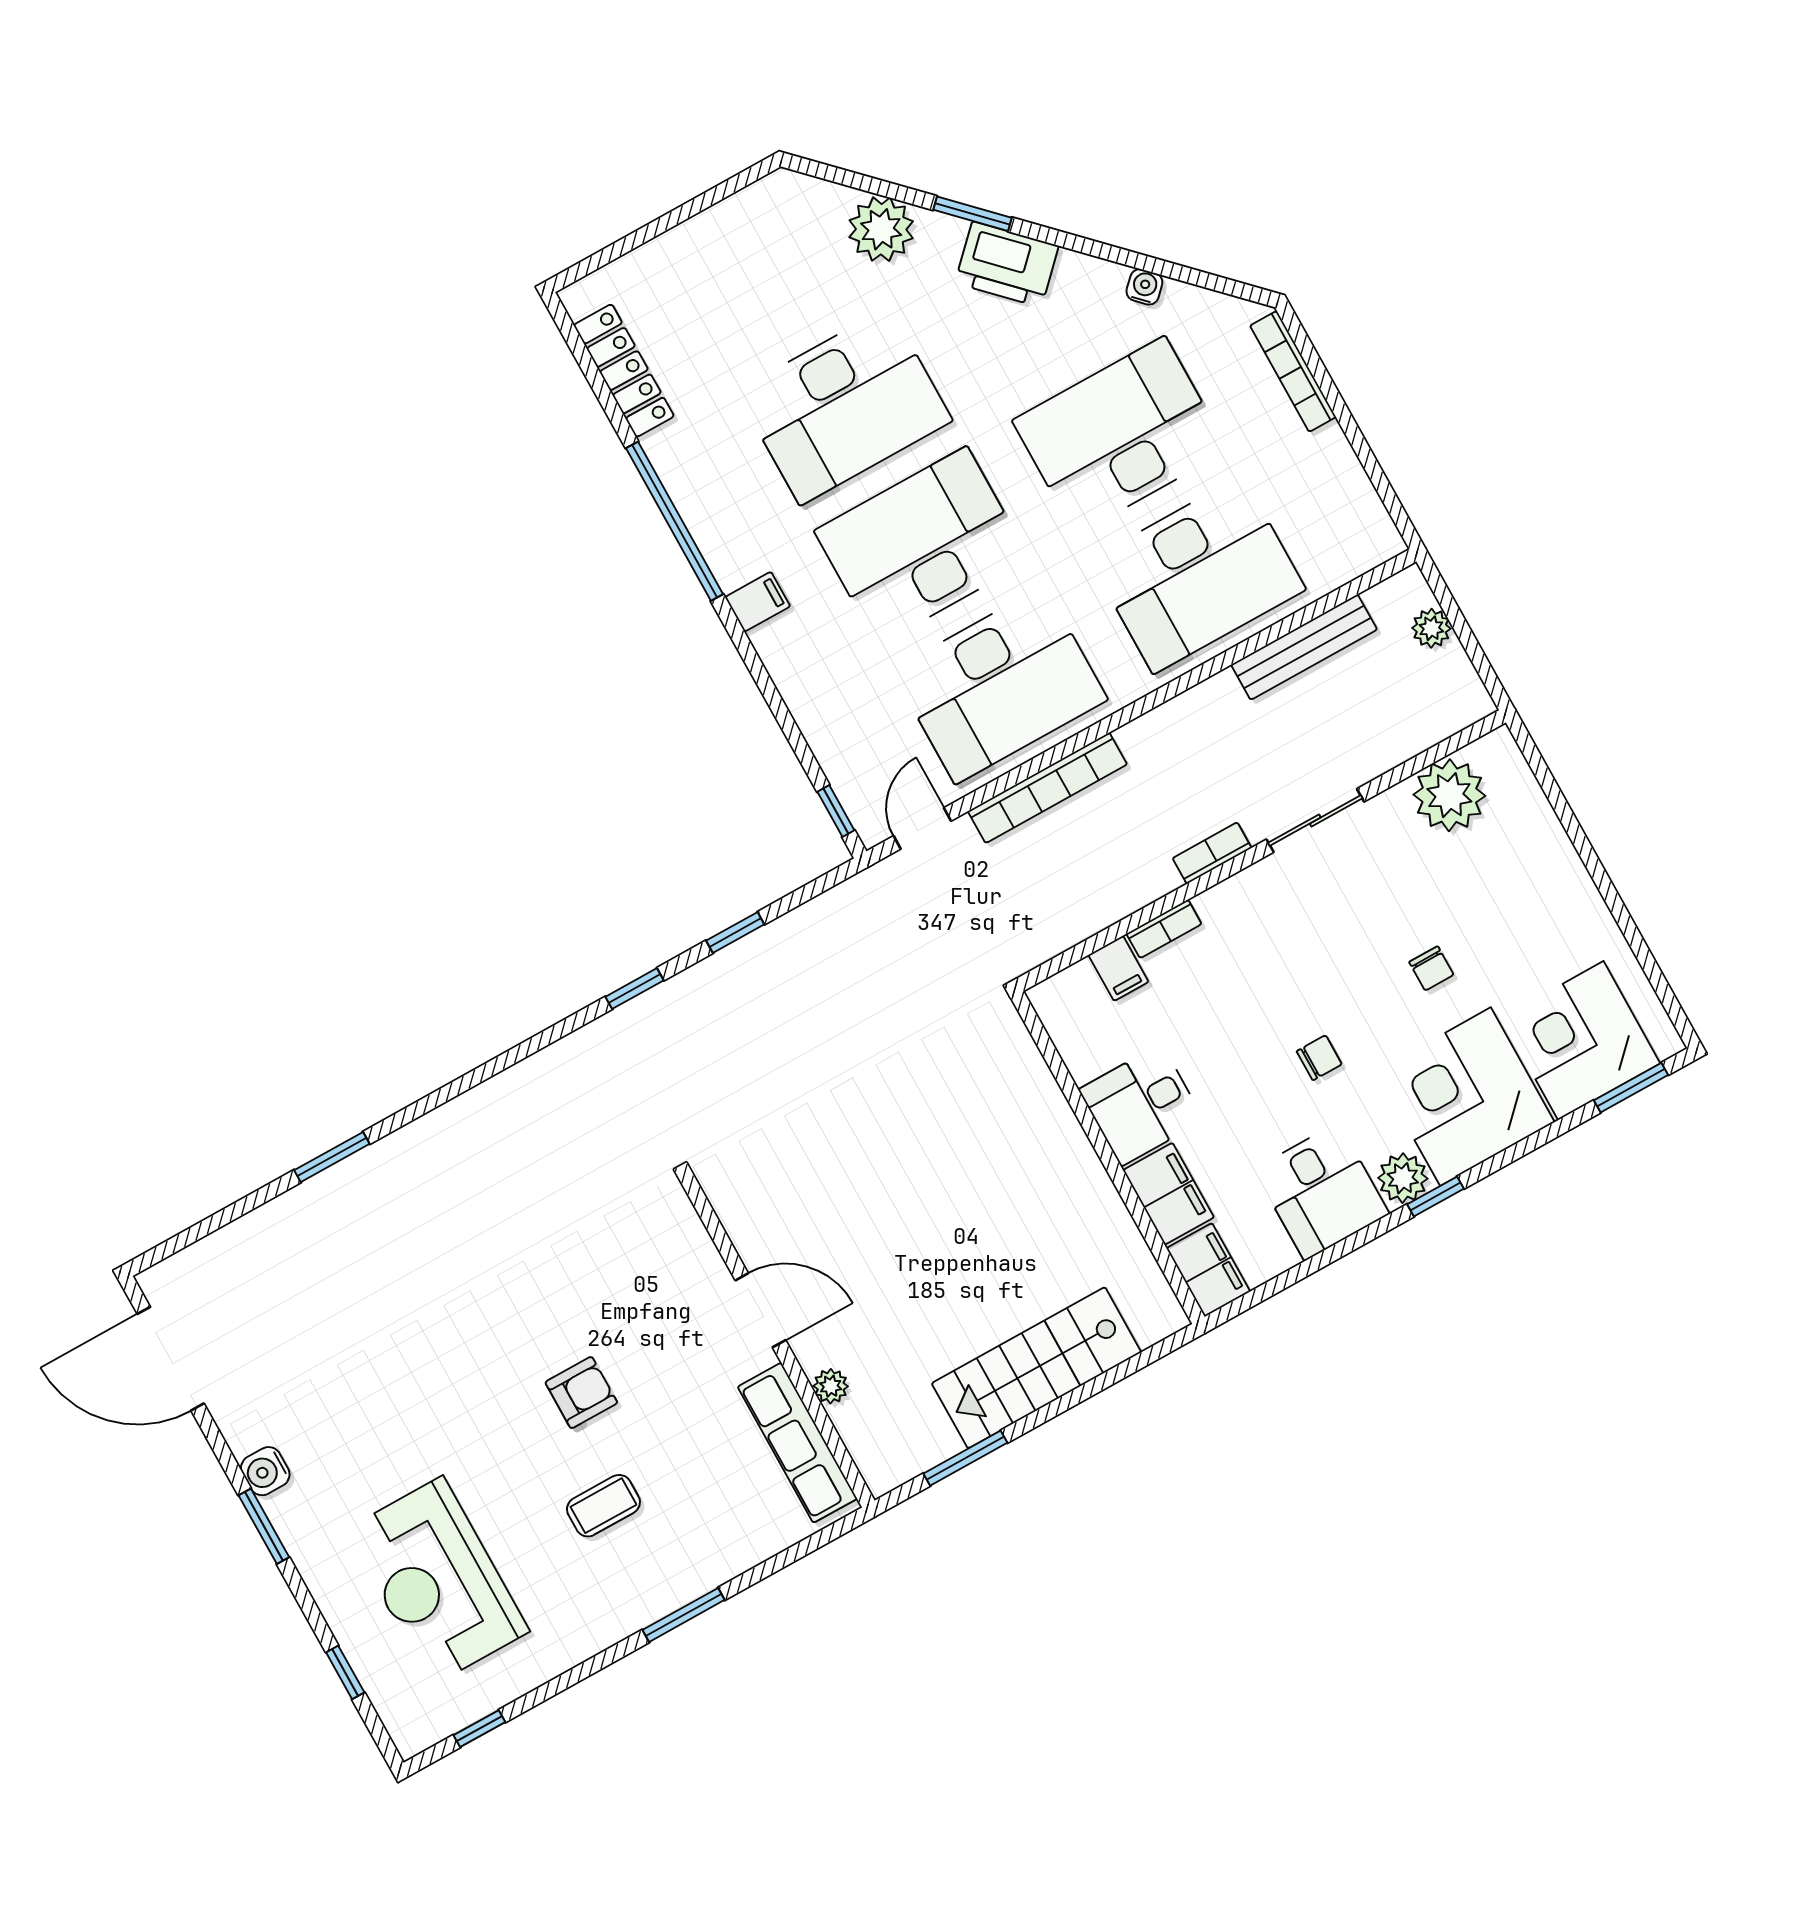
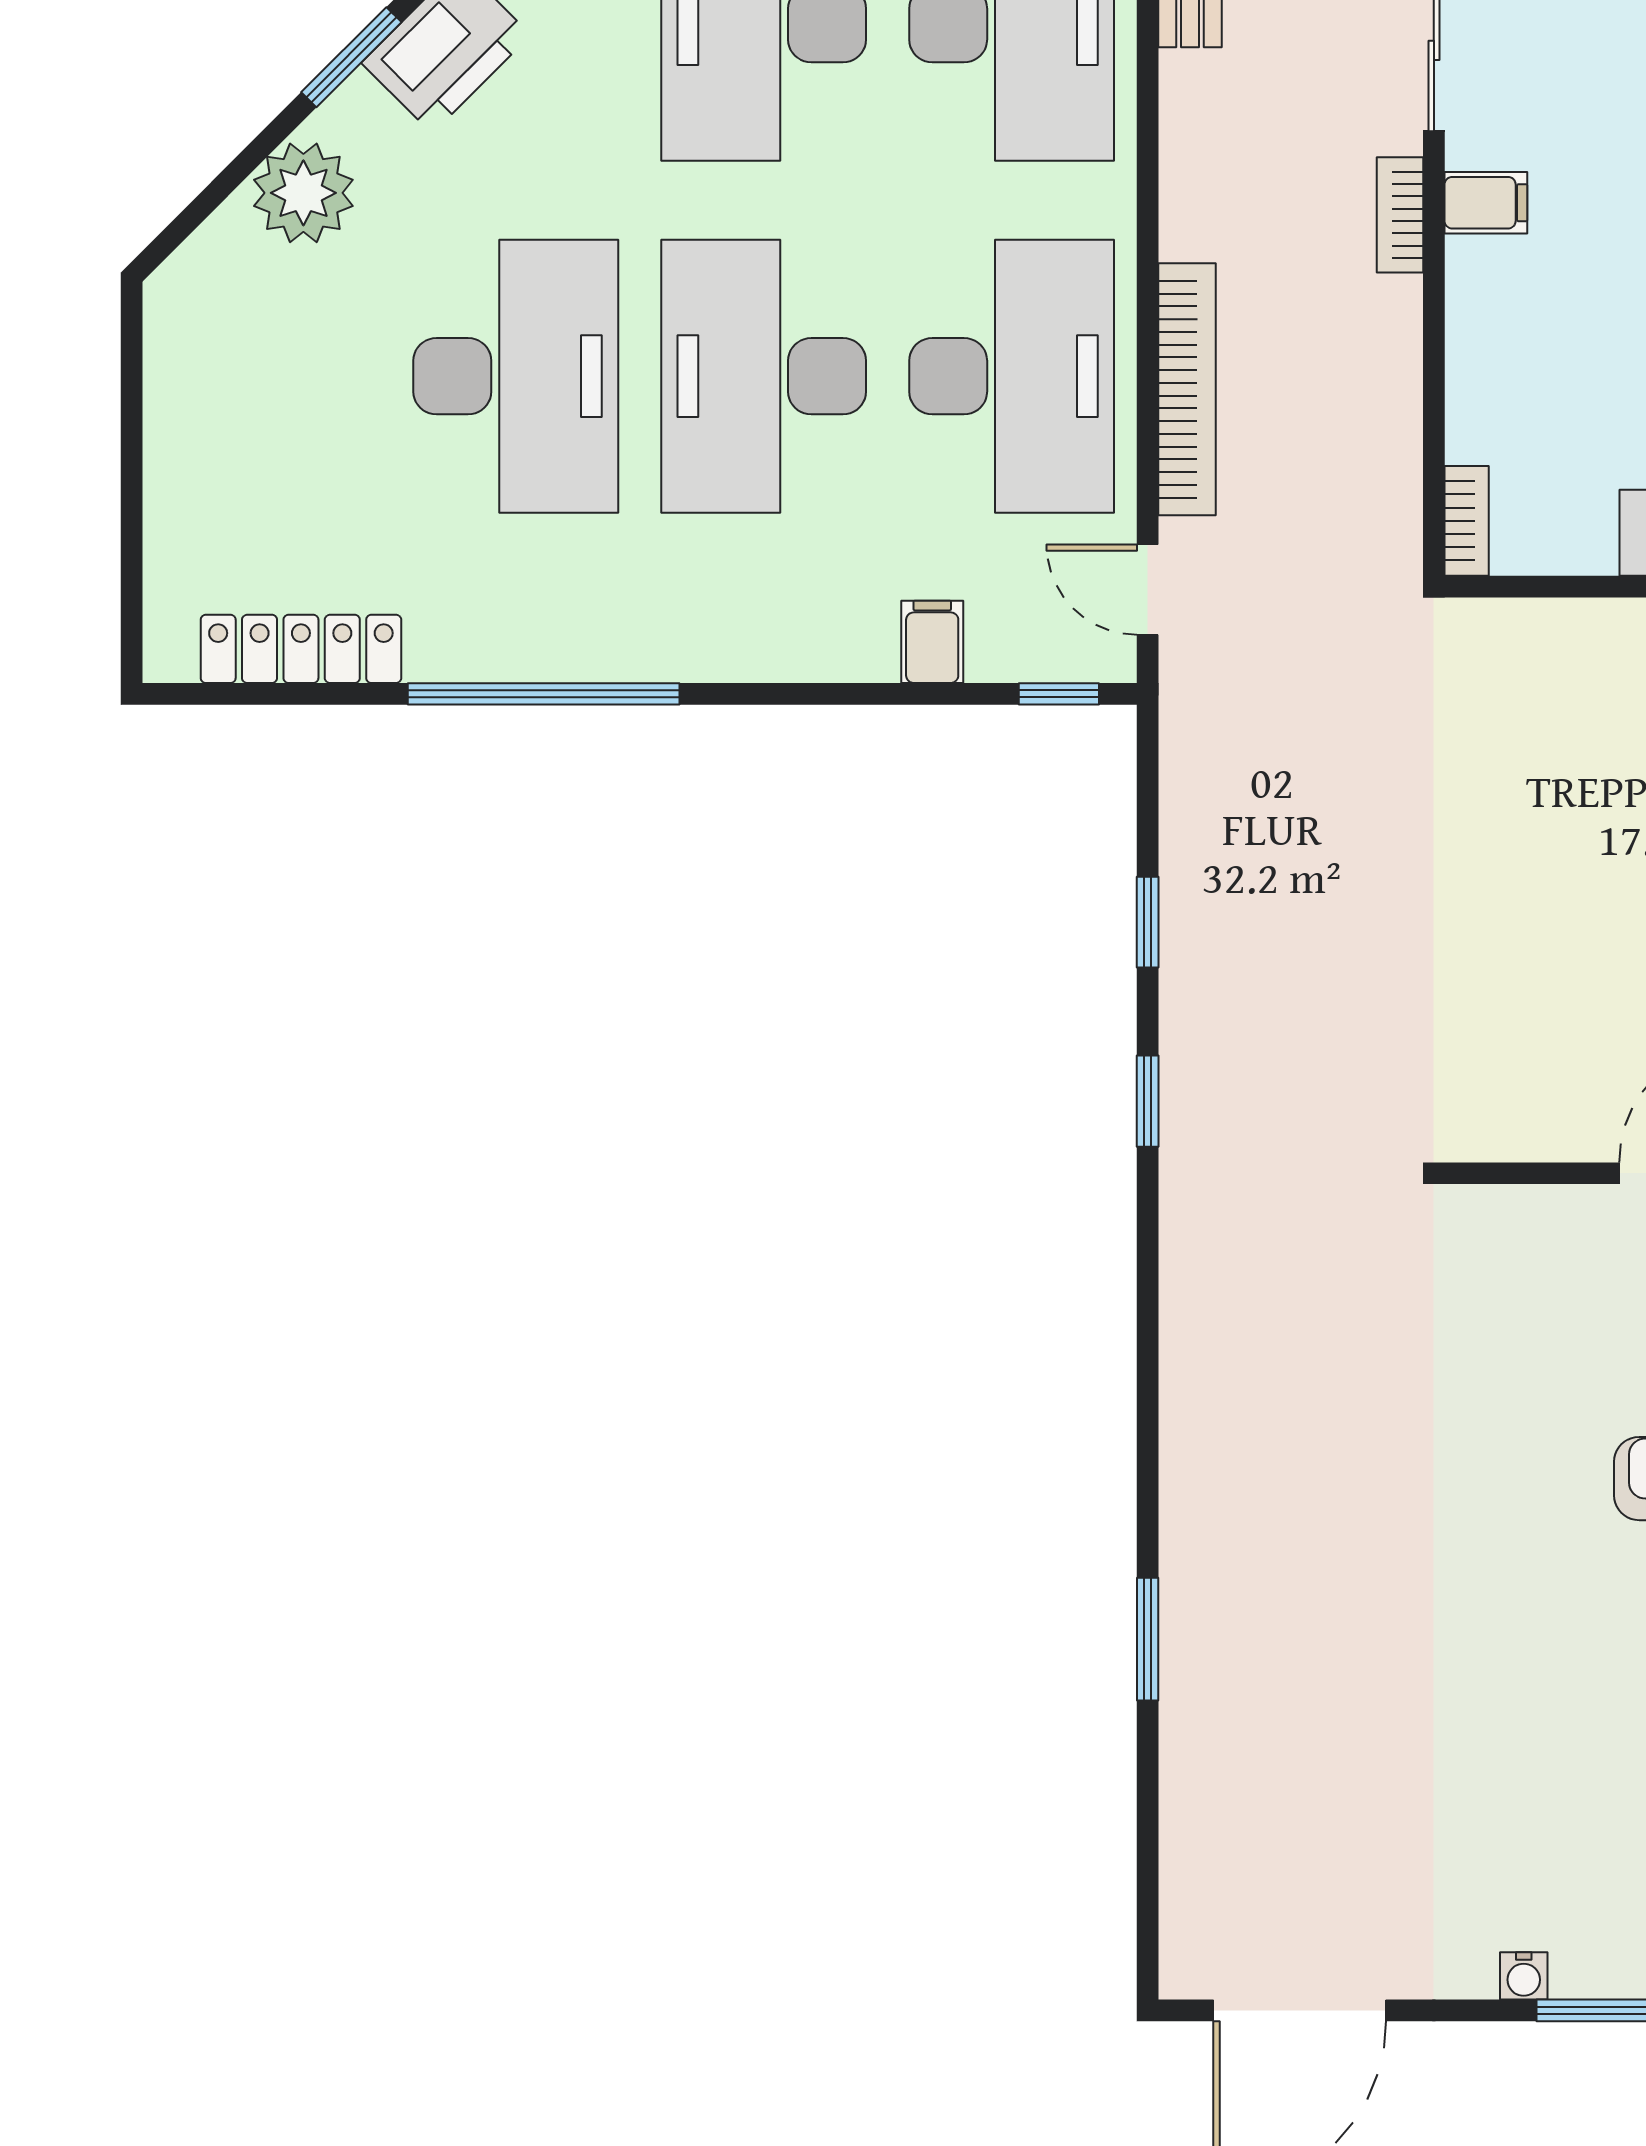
filing cabinet: (758, 602) -> (932, 642), moved
bookcase: (1164, 929) -> (1467, 521), moved
filing cabinet: (1118, 968) -> (1486, 203), moved
water cooler: (265, 1471) -> (1524, 1976), width x0.72, depth x0.72

